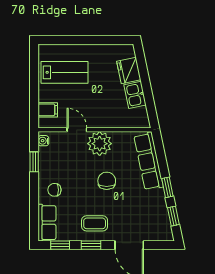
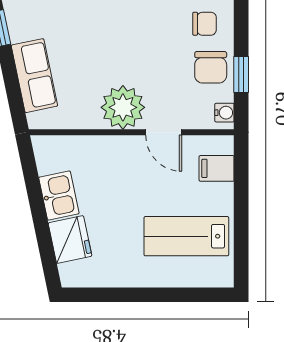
row of seats: (148, 161) -> (34, 76), width x0.68
chair: (107, 181) -> (211, 67), moved

